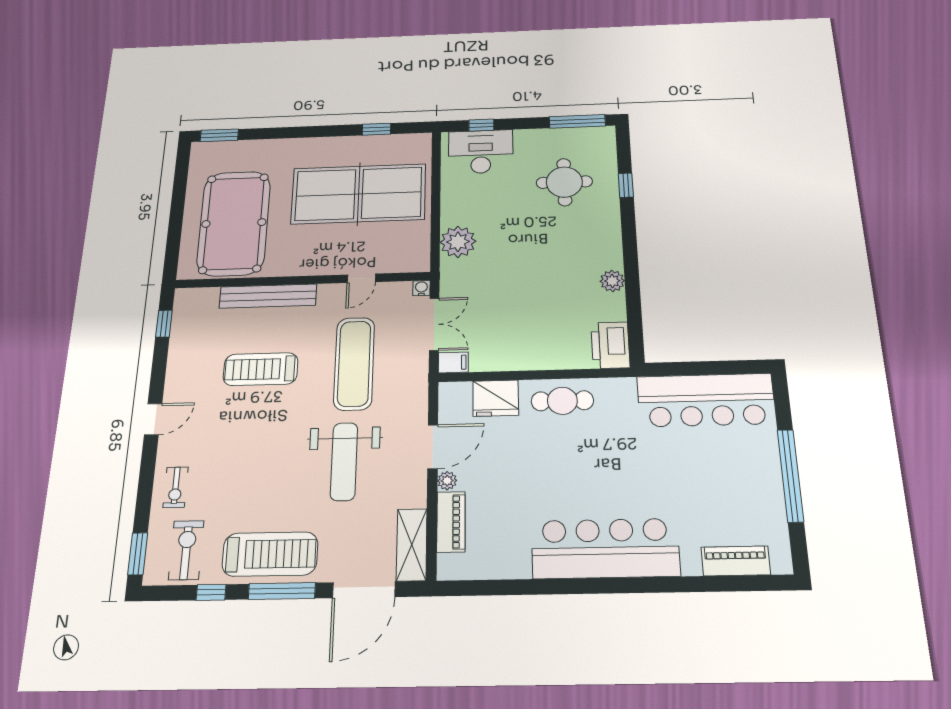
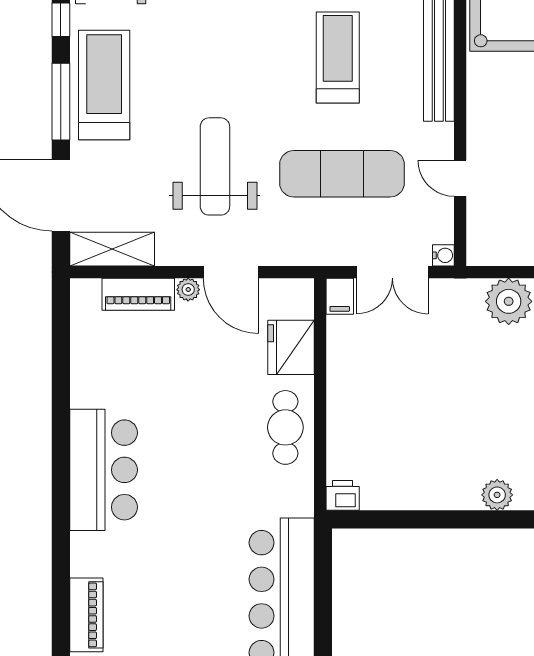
plant: (612, 281) -> (497, 495), moved
printer: (610, 345) -> (343, 495), width x0.53, depth x0.68
weight bench: (344, 461) -> (215, 166), turned 90
bar counter: (605, 548) -> (104, 470), width x0.73
treadmill: (270, 554) -> (104, 85), turned 180

